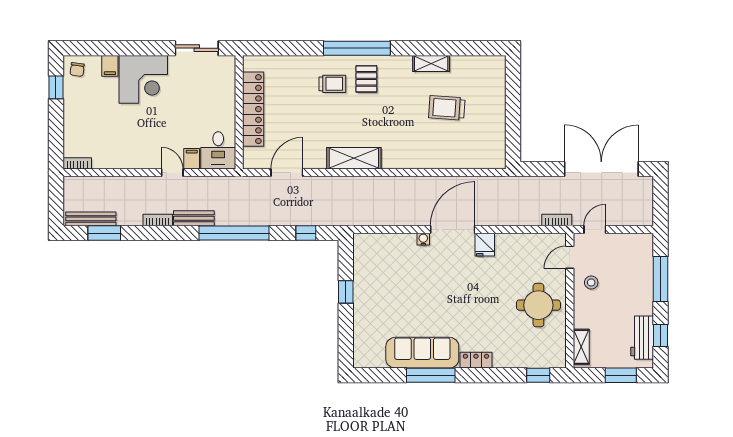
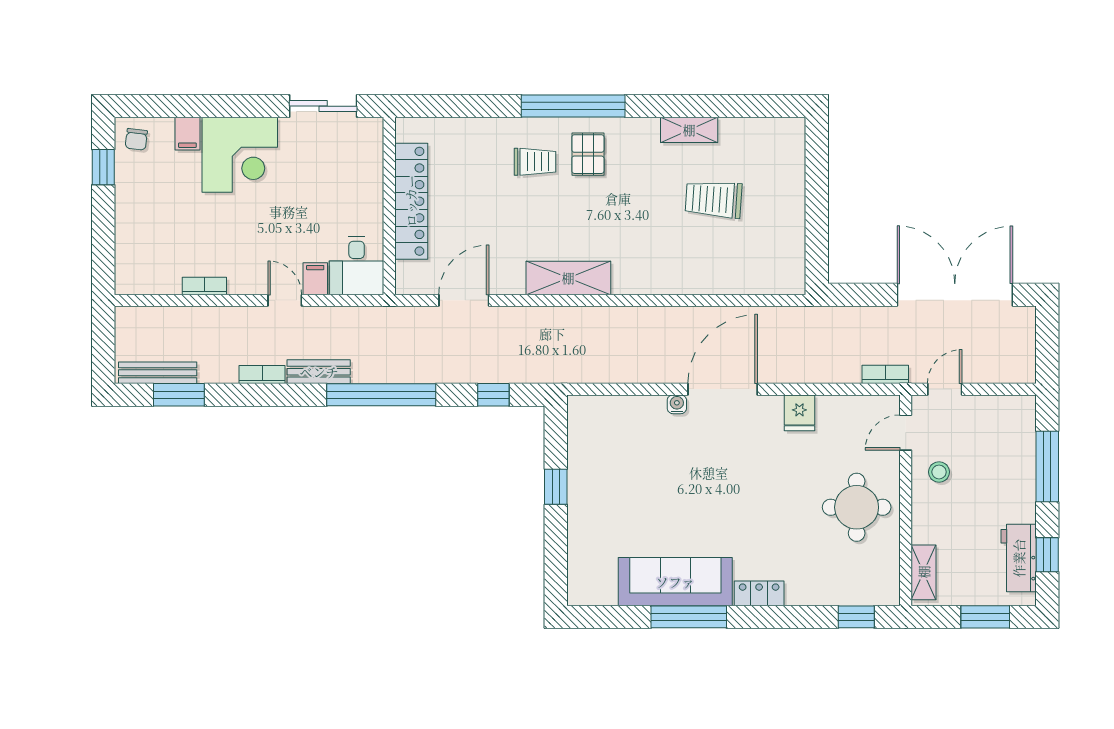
bookcase: (77, 163) -> (204, 286), moved
fridge: (485, 245) -> (799, 413), moved

